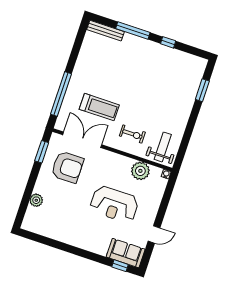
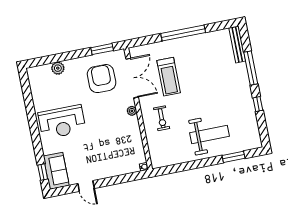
window: (61, 94) -> (183, 33), moved
weight bench: (163, 147) -> (209, 134), moved, width x1.36, depth x1.33
armchair: (67, 167) -> (102, 79), turned 180
plant: (140, 171) -> (132, 111), moved, width x0.53, depth x0.53
reception desk: (114, 204) -> (62, 122), moved, turned -90

